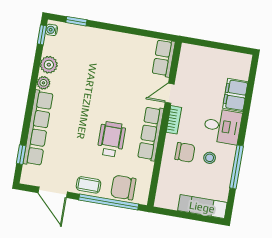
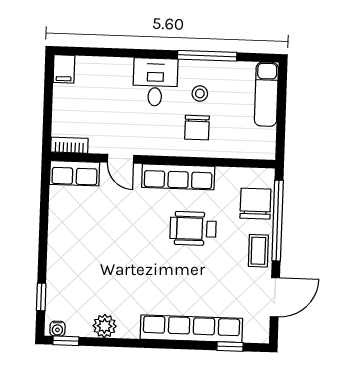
plant: (43, 83) -> (130, 330), removed
filing cabinet: (235, 95) -> (64, 69), moved, width x0.50
bookcase: (174, 120) -> (69, 145), moved
chair: (185, 152) -> (197, 128), turned 180
chair: (123, 188) -> (255, 204), turned 180

